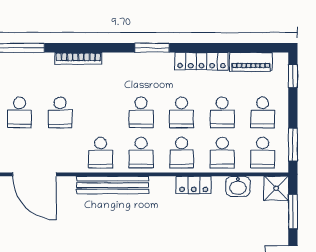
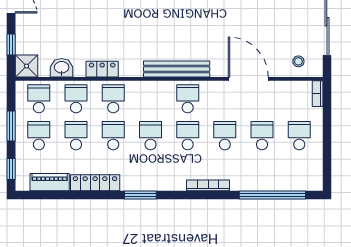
window: (293, 145) -> (11, 126), moved
school desk: (141, 153) -> (188, 136), moved
window: (293, 212) -> (11, 45), width x0.67

